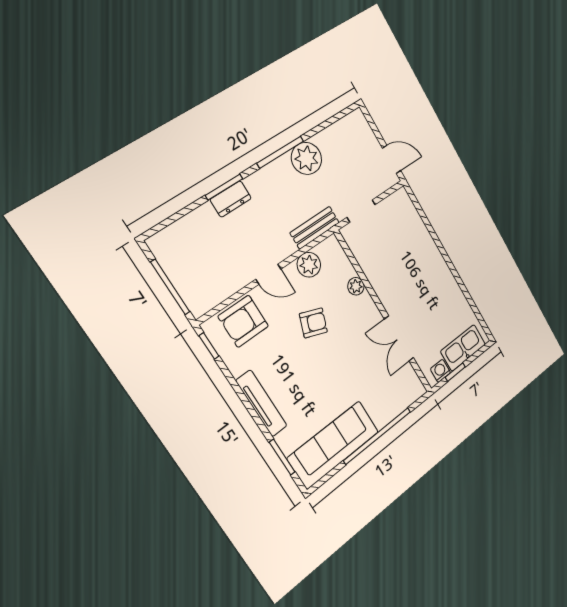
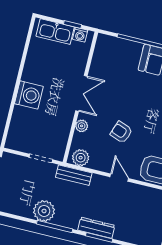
dresser: (231, 199) -> (96, 228), width x1.44
washing machine: (430, 262) -> (29, 95), added
plant: (309, 265) -> (81, 158), moved
double door: (399, 339) -> (81, 93), moved

